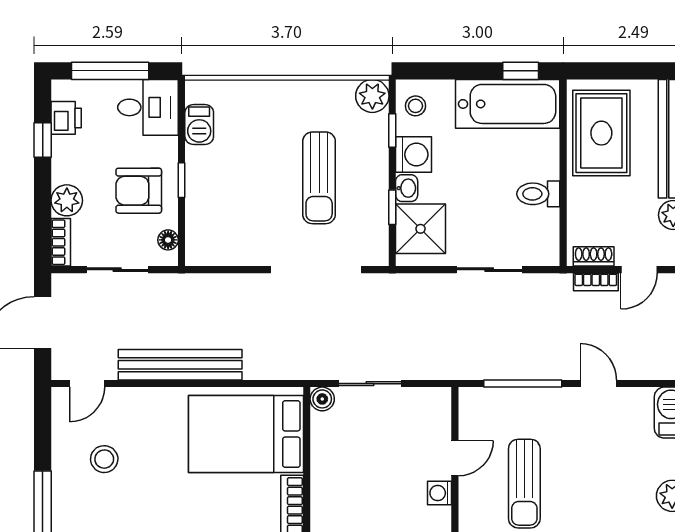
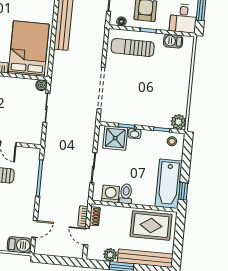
washing machine: (414, 155) -> (111, 194), moved, turned 180
sun lounger: (319, 178) -> (133, 47), moved
door: (598, 384) -> (34, 229), moved

